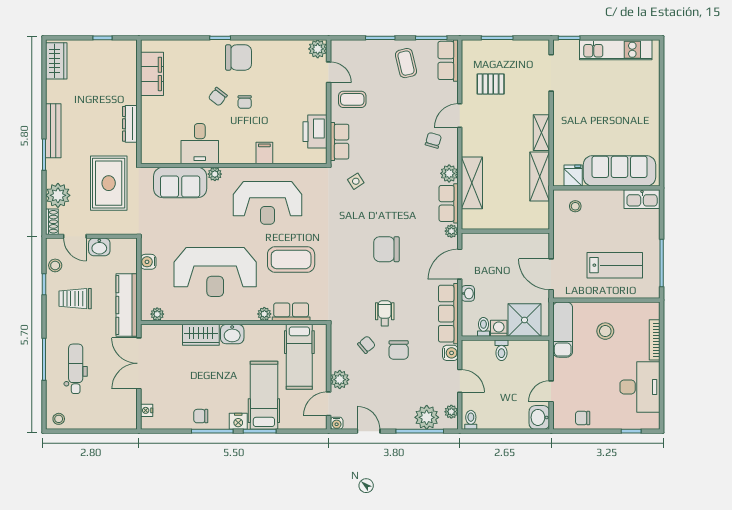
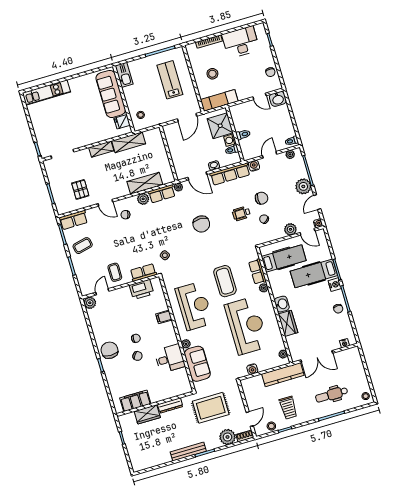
kitchen unit: (616, 50) -> (46, 92), moved, turned 90
wardrobe: (56, 61) -> (147, 414), moved, turned 180
washbasin: (99, 247) -> (252, 402), removed
plant: (427, 417) -> (303, 186), moved

